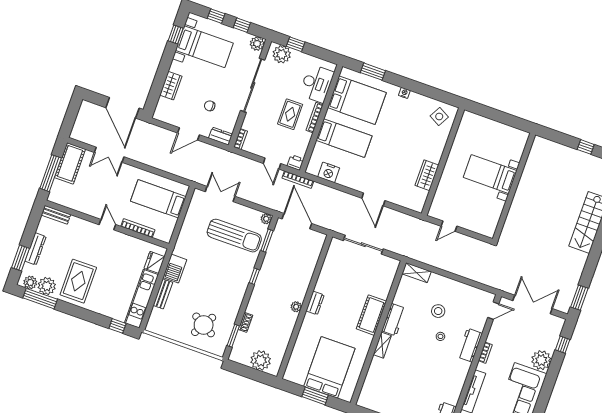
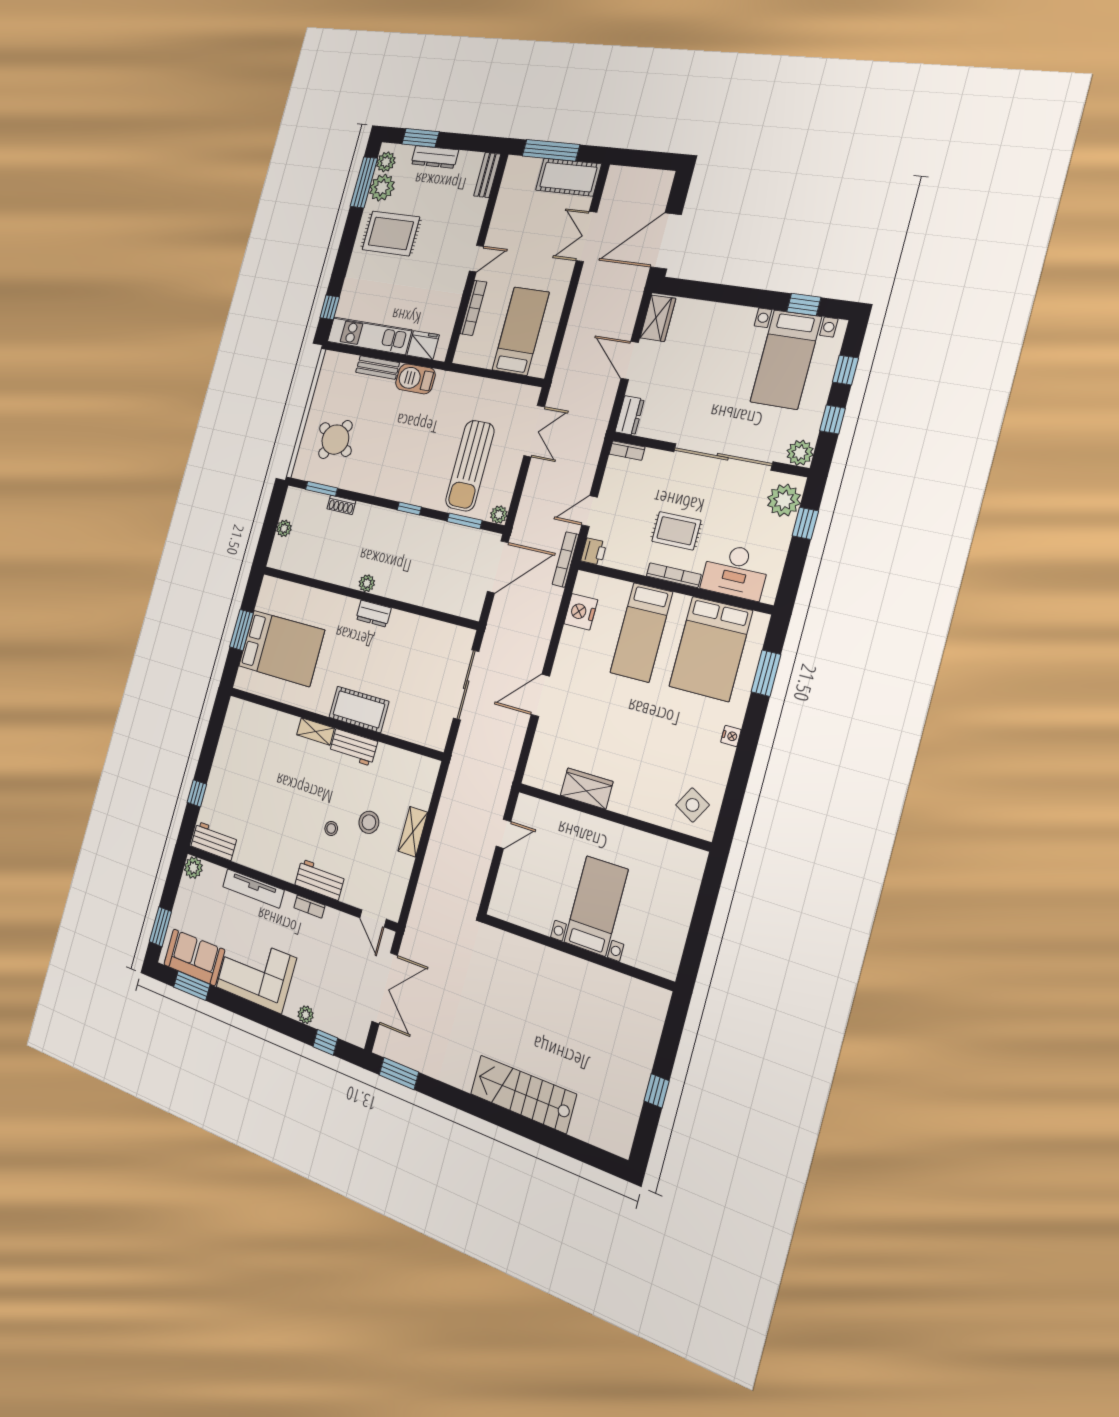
wardrobe: (171, 86) -> (658, 318), moved, turned -90
chair: (210, 106) -> (680, 388), removed
door: (449, 226) -> (503, 834), swing flipped
shelving: (417, 273) -> (413, 832), moved
plant: (261, 360) -> (284, 528), width x0.53, depth x0.53
plant: (541, 360) -> (306, 1015), width x0.53, depth x0.53

